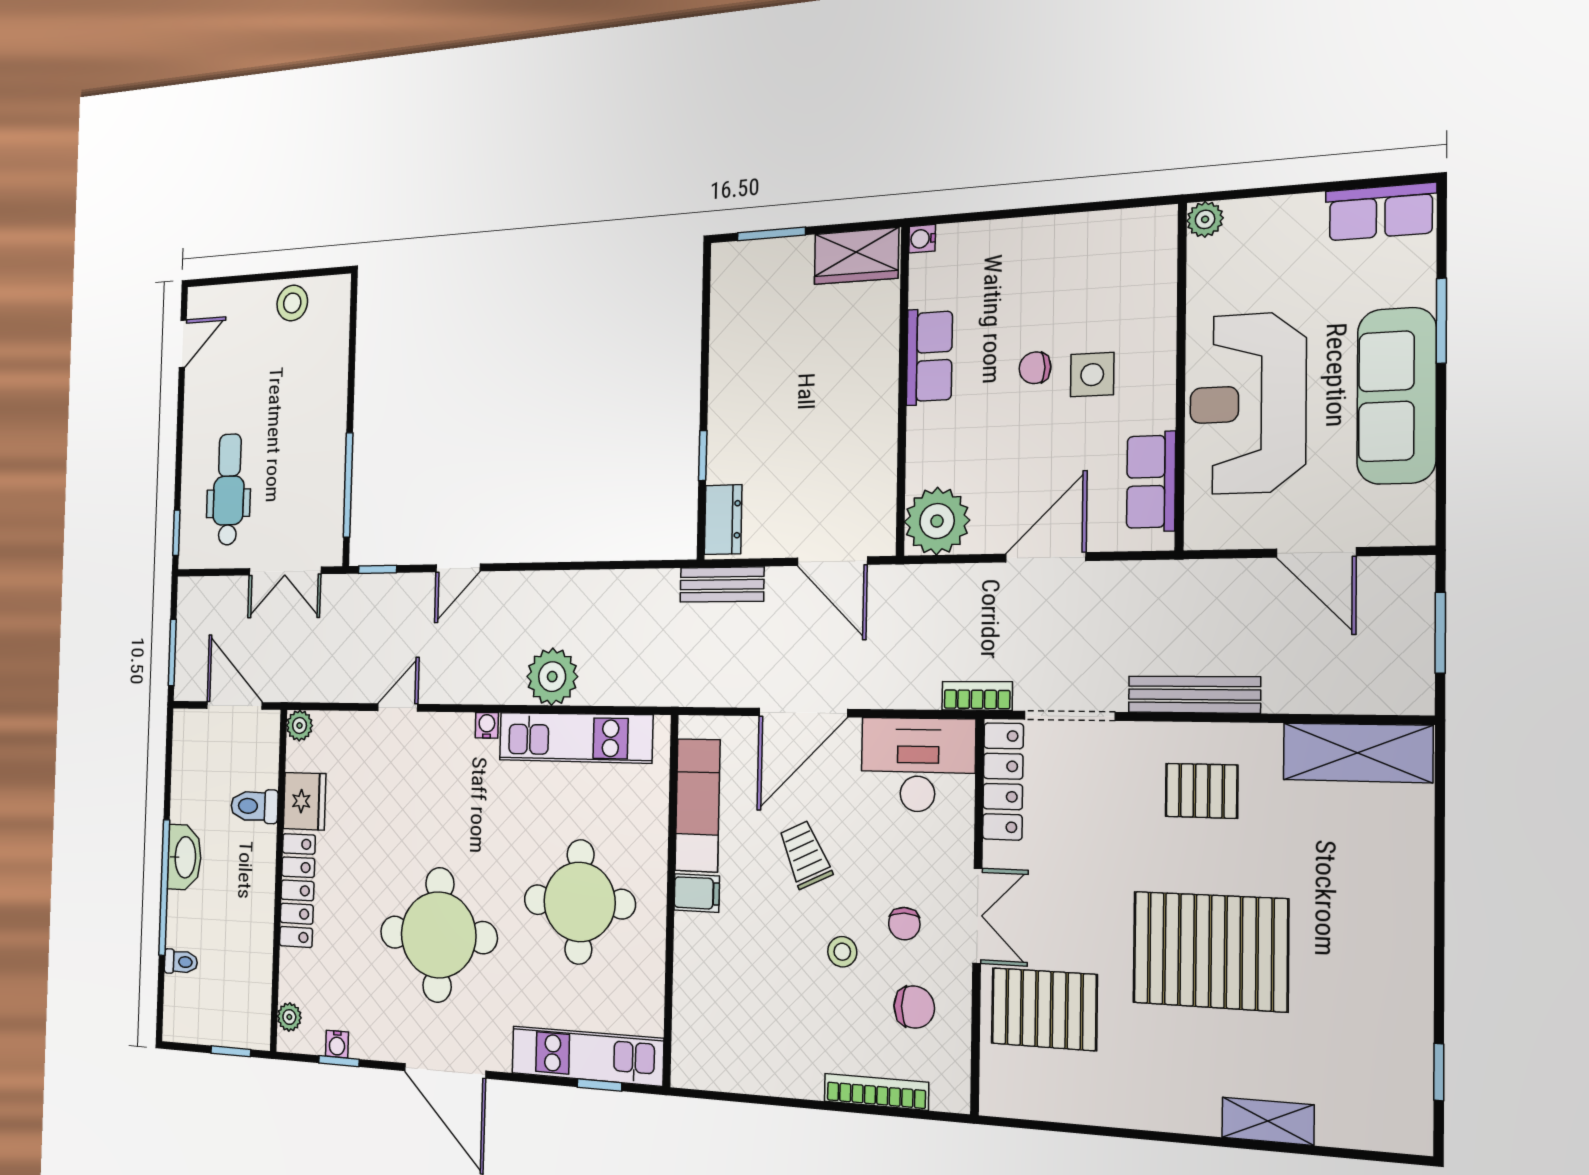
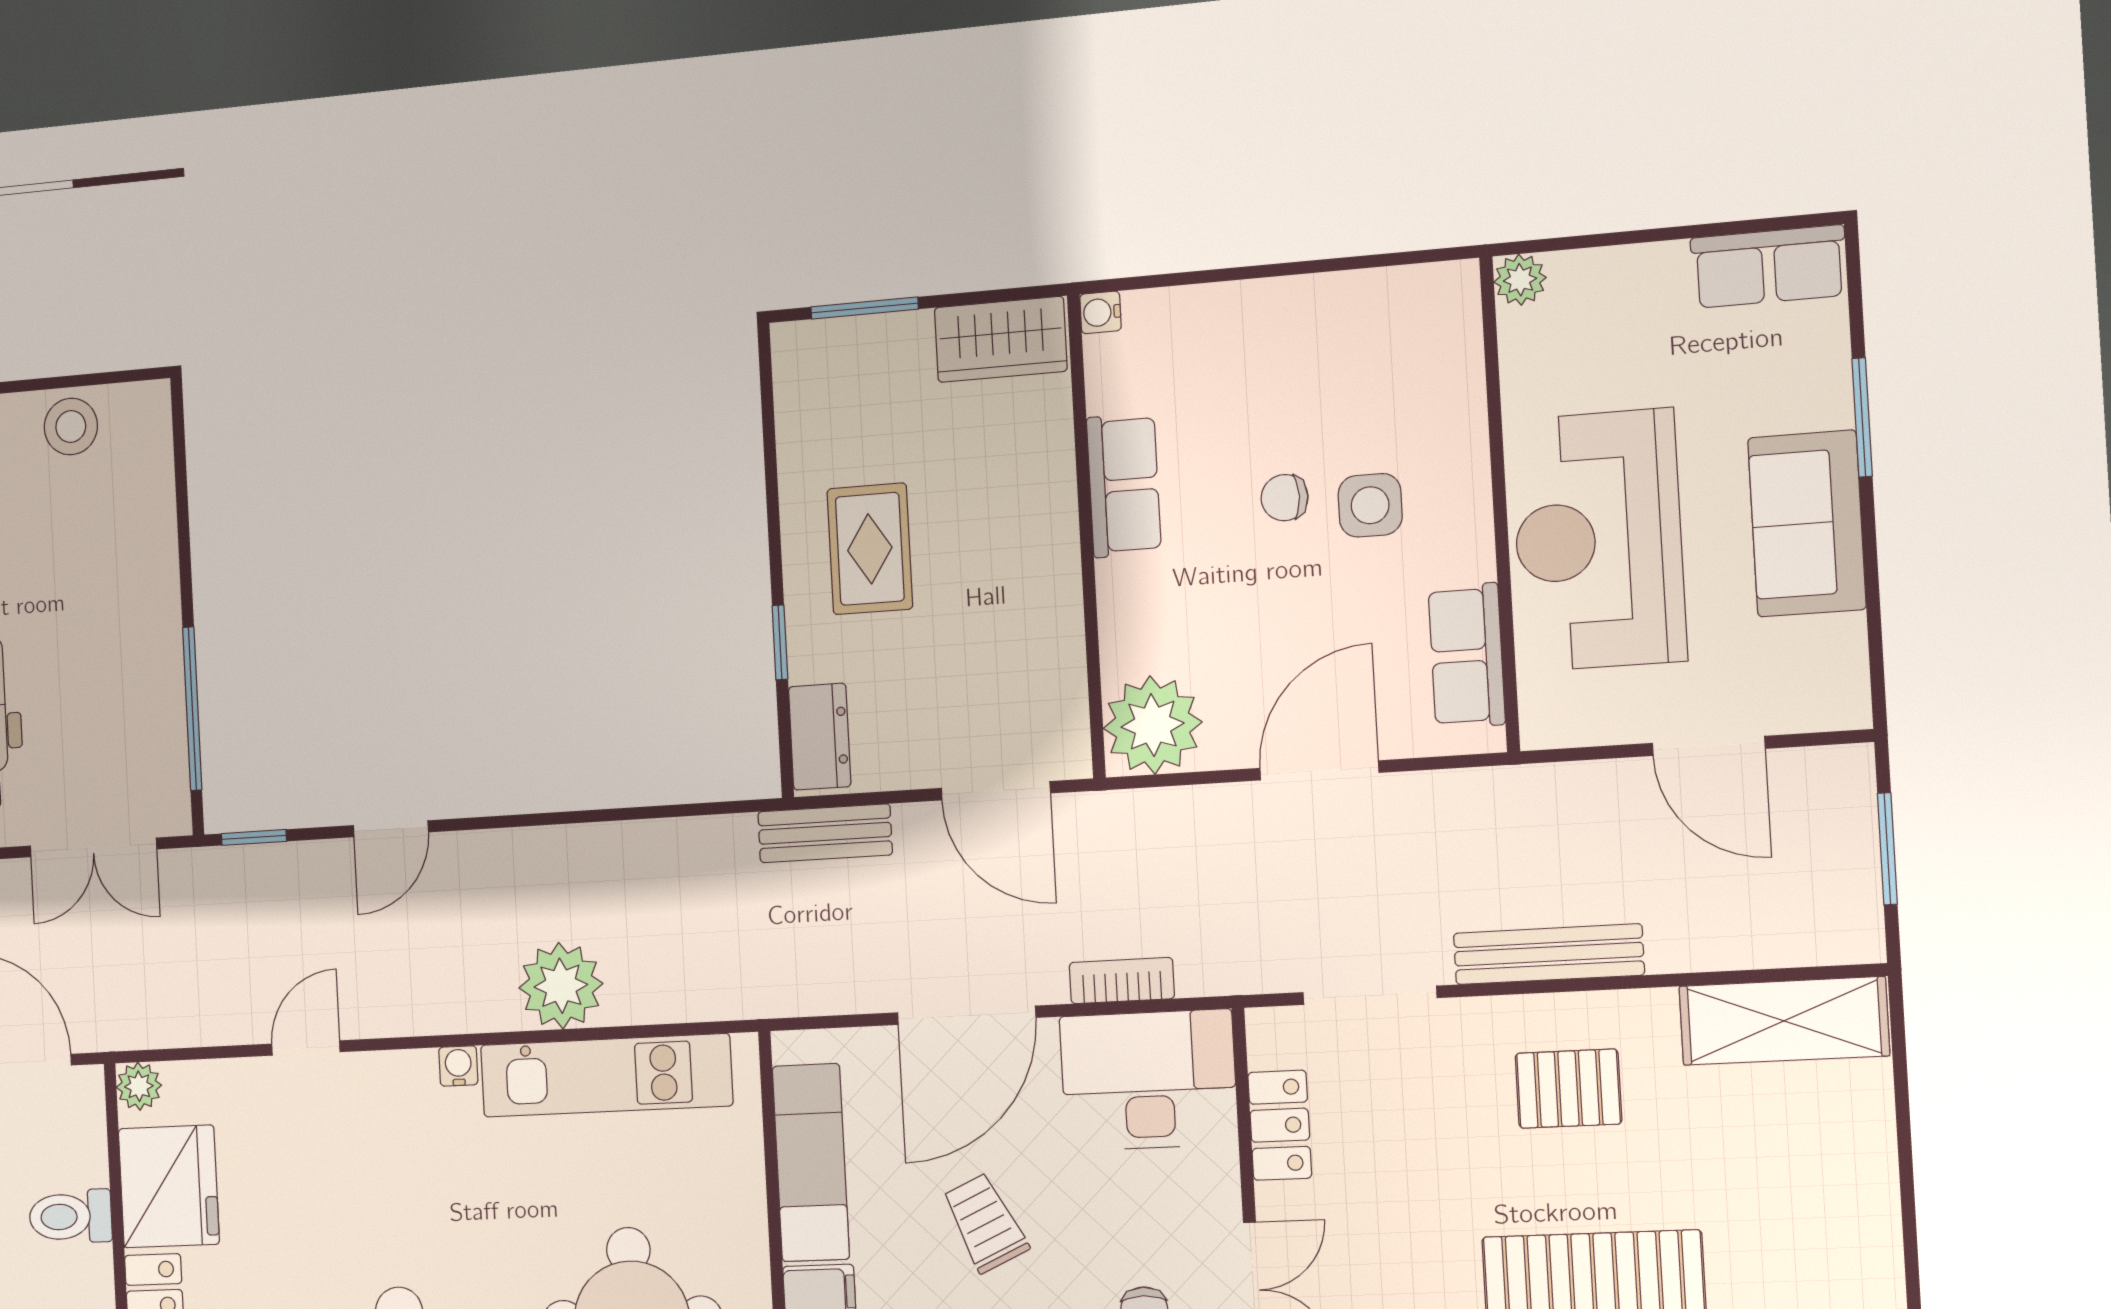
rug: (763, 395) -> (870, 549), added
sofa: (1397, 396) -> (1807, 523), width x0.73
bookcase: (977, 696) -> (1122, 981), moved
locker: (1003, 781) -> (1280, 1125), width x0.66
fridge: (305, 801) -> (169, 1186), width x1.36, depth x1.34

